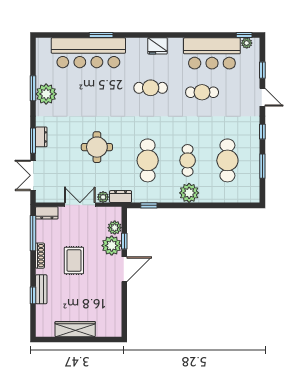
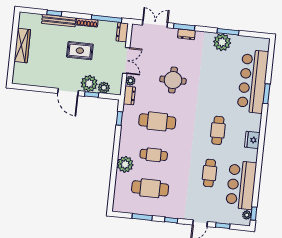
plant: (189, 193) -> (125, 164), moved
bench: (41, 289) -> (59, 21), width x1.36

